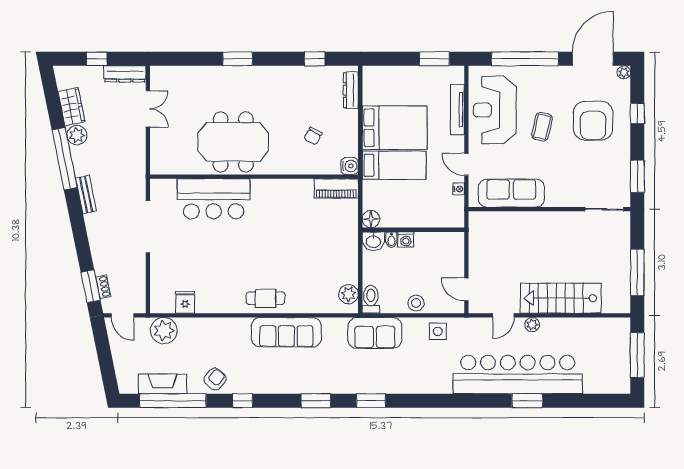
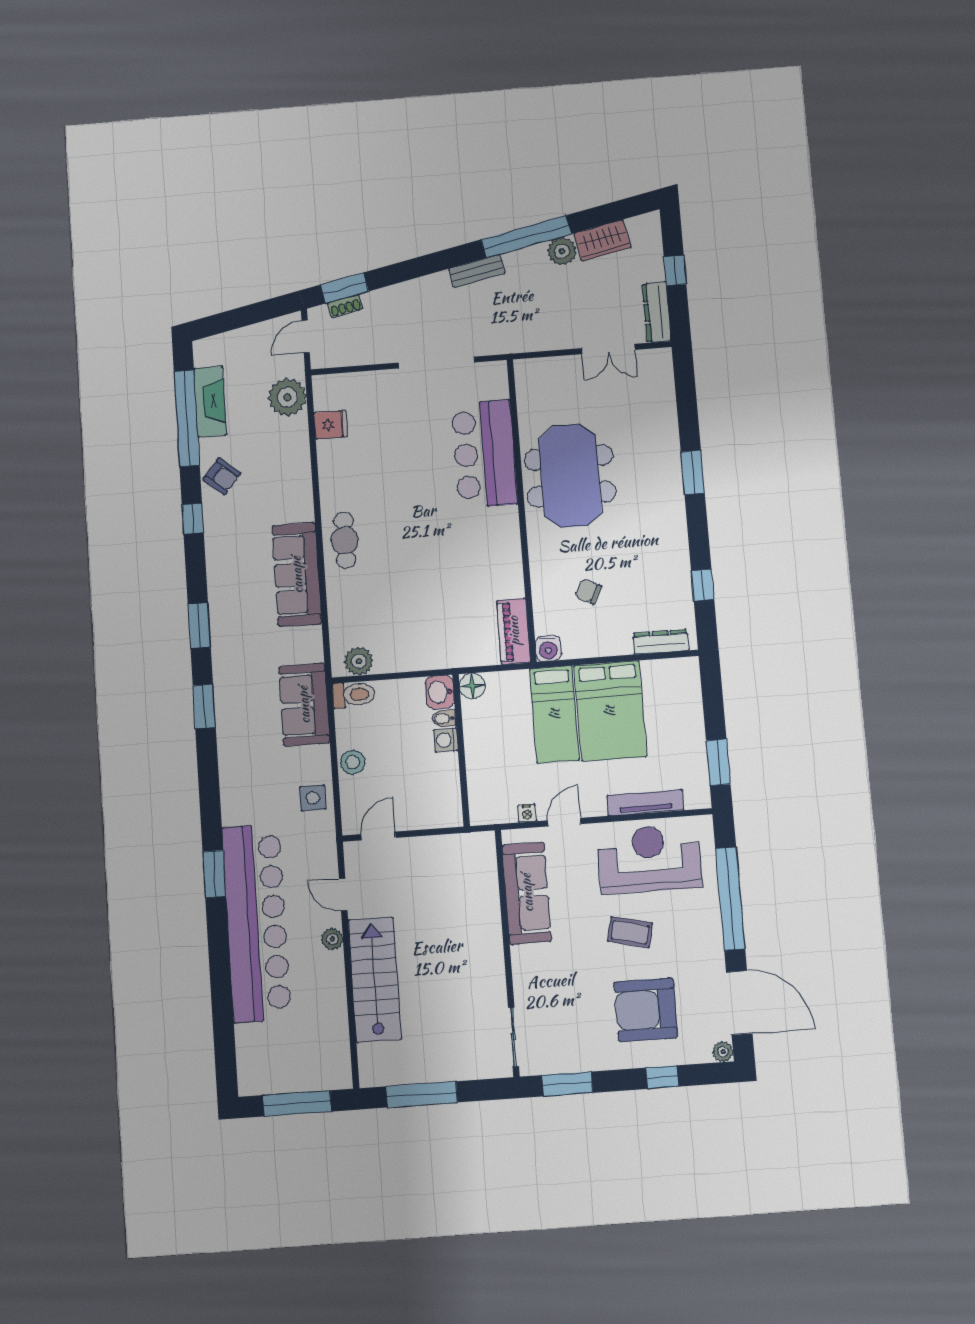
window: (527, 401) -> (214, 874), moved

